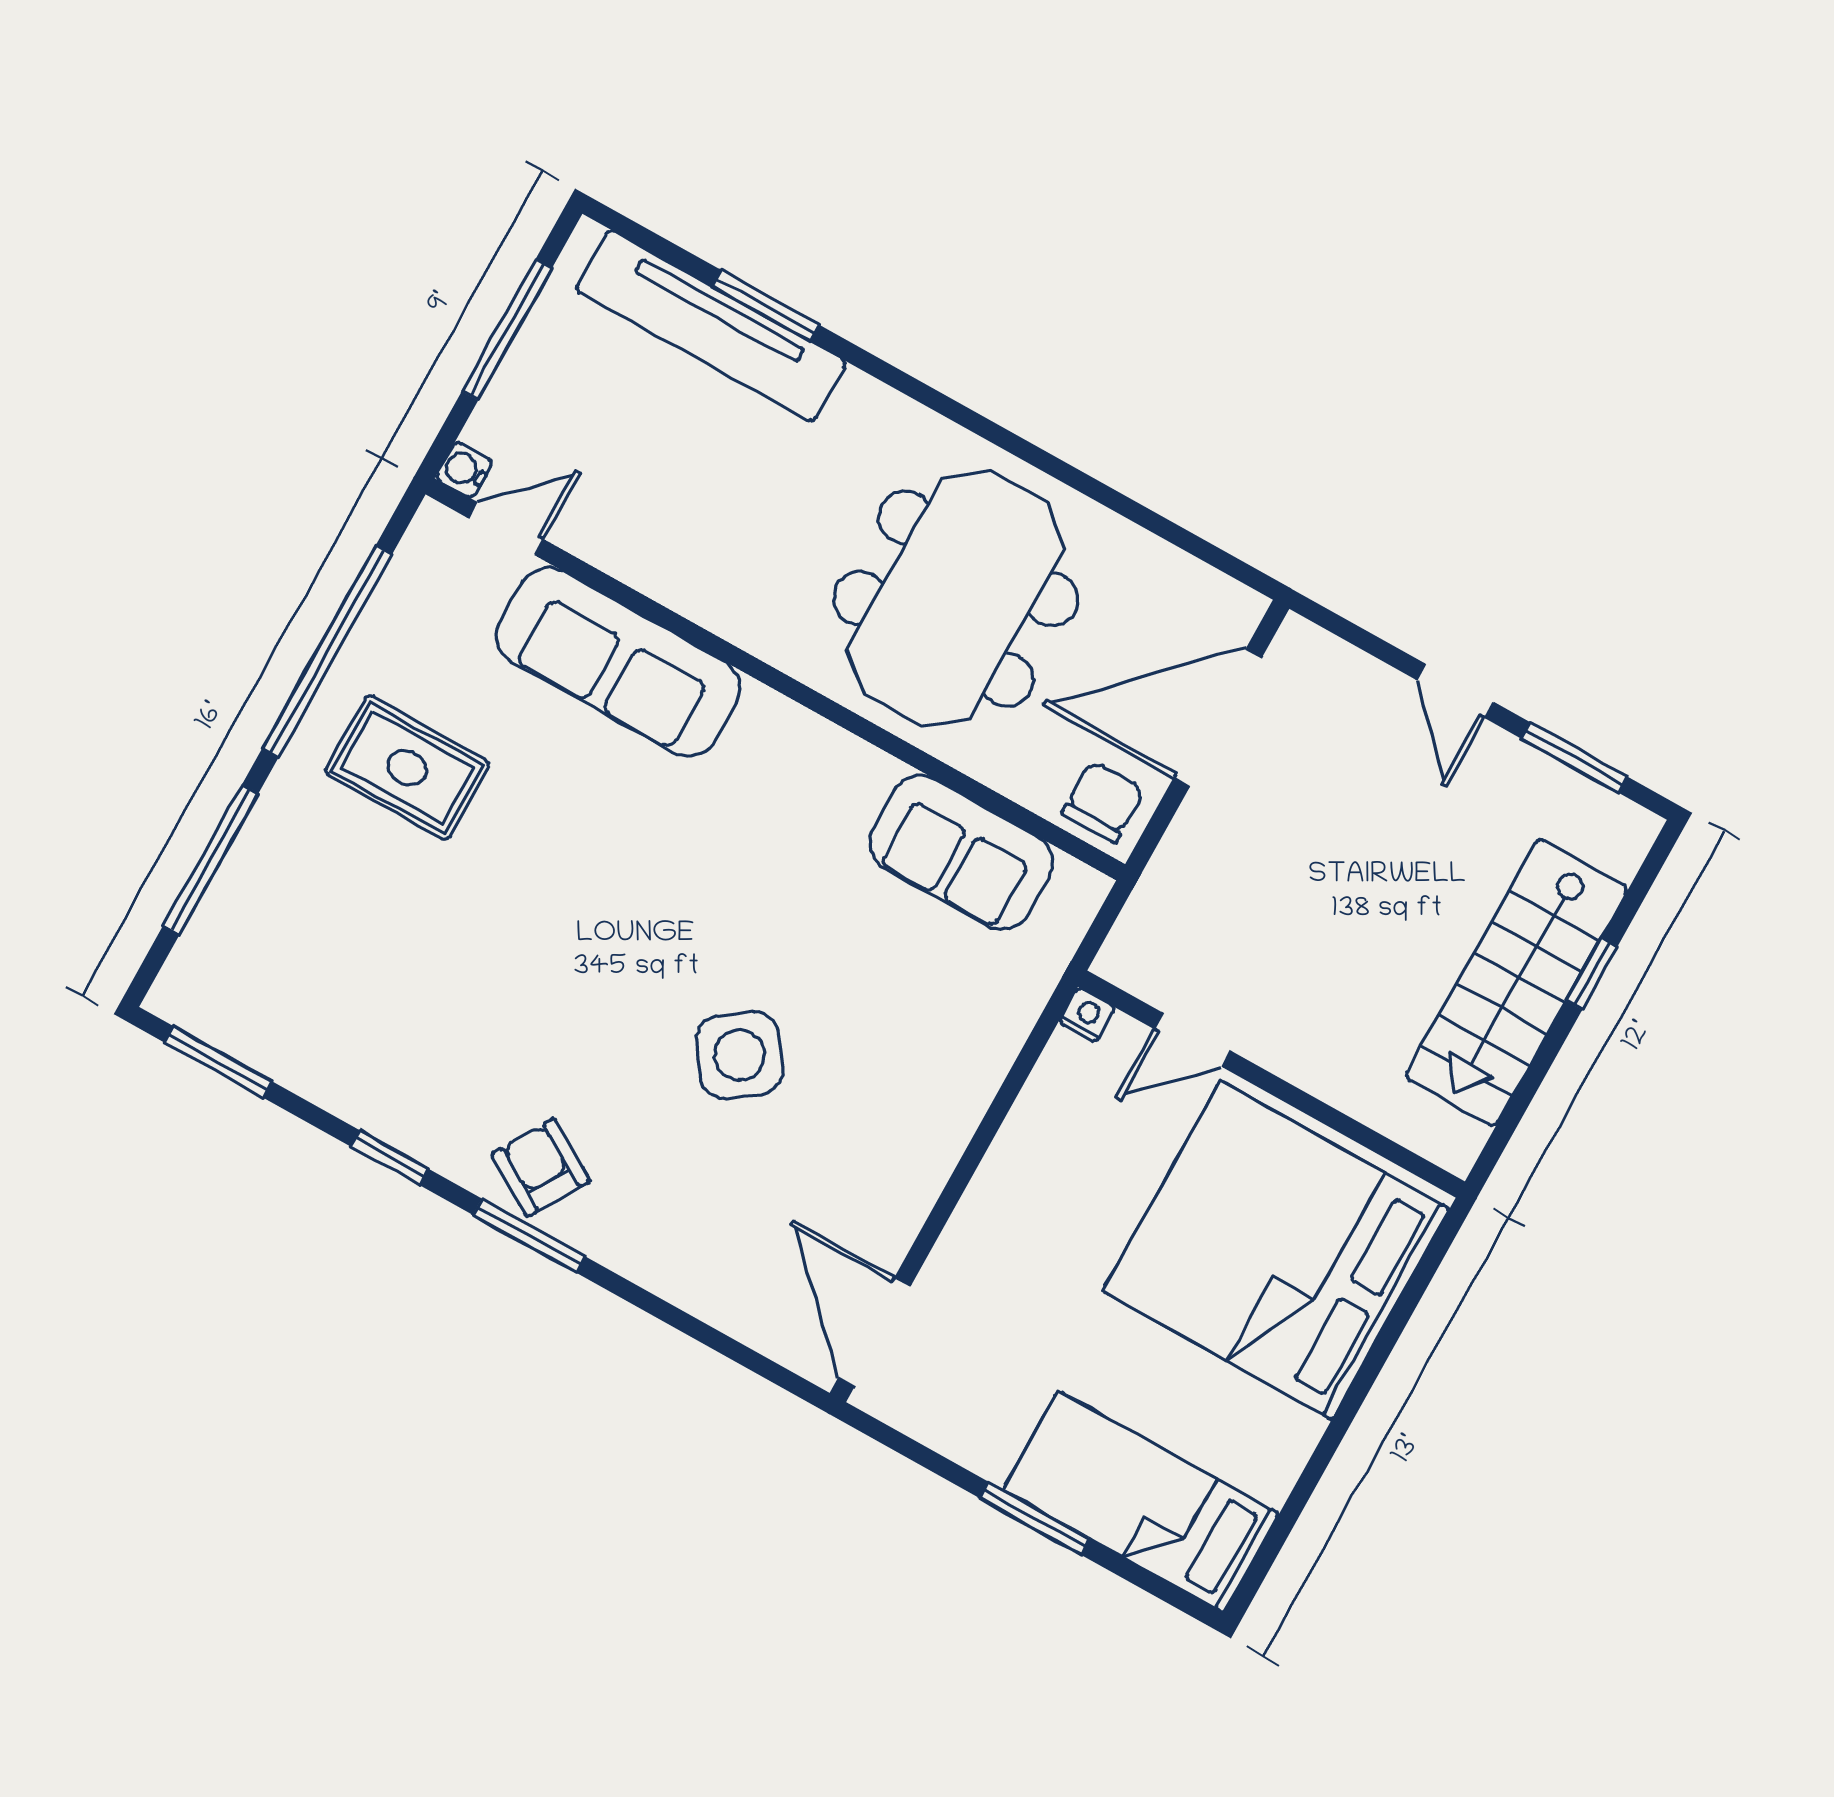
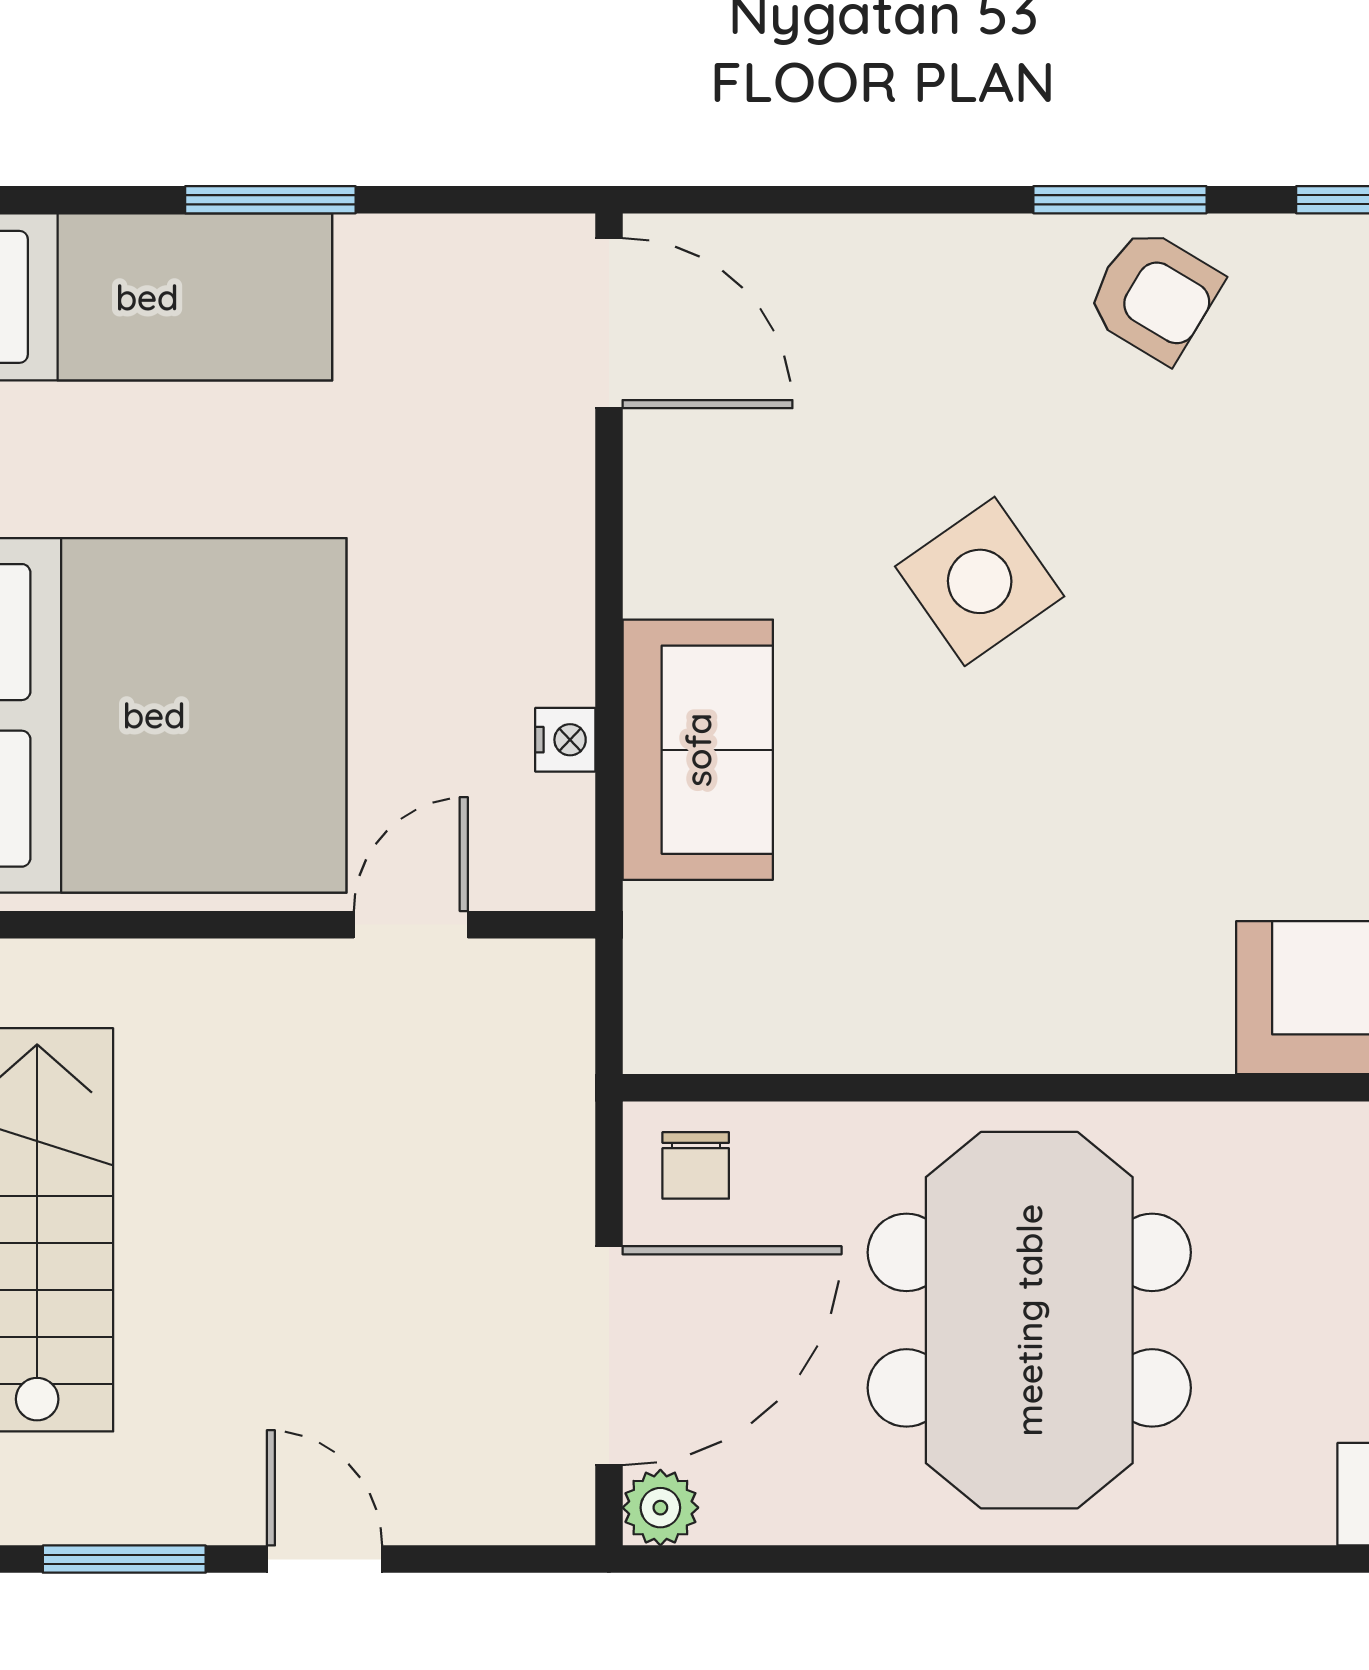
plant: (1238, 610) -> (660, 1508), added
chair: (1103, 802) -> (696, 1165), width x0.73, depth x0.73
sofa: (961, 852) -> (698, 750), moved, turned 90
nightstand: (1087, 1015) -> (565, 740), moved, turned -90

